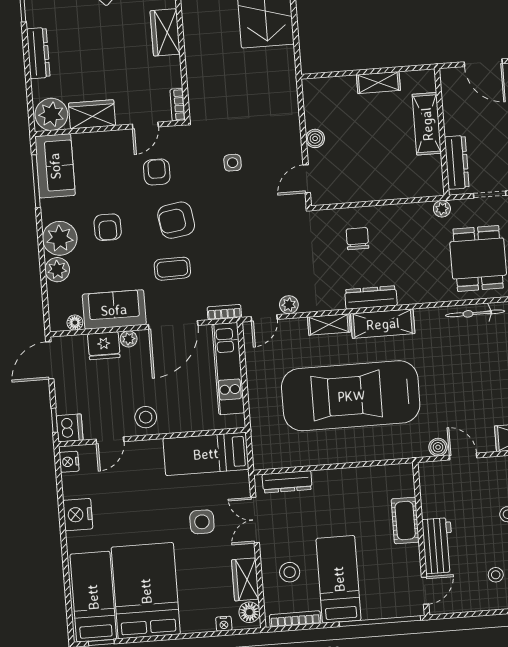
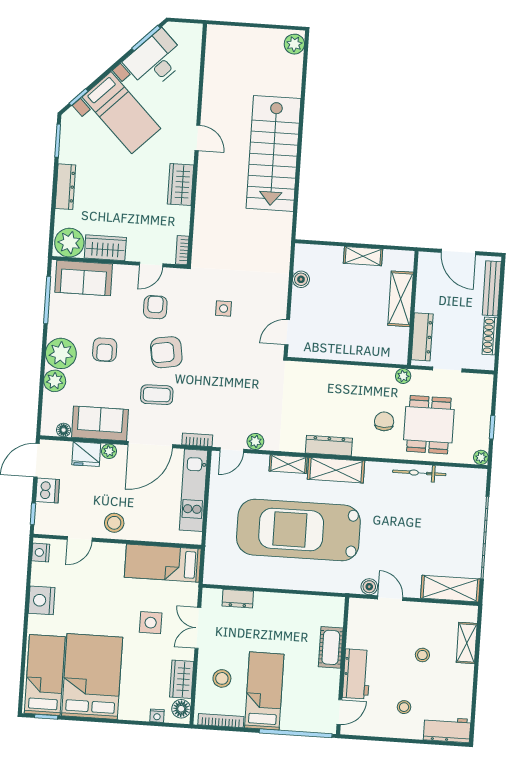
boiler: (315, 138) -> (301, 279), moved
sofa: (55, 166) -> (84, 278), moved, turned 90
chair: (357, 239) -> (384, 421), moved
dishwasher: (70, 428) -> (48, 491), moved
dresser: (287, 482) -> (238, 599), width x0.70

